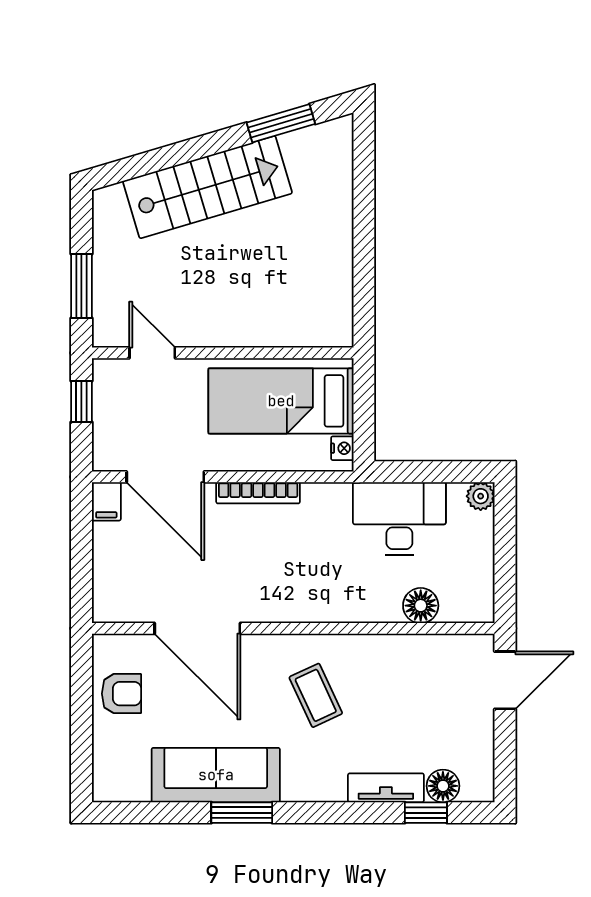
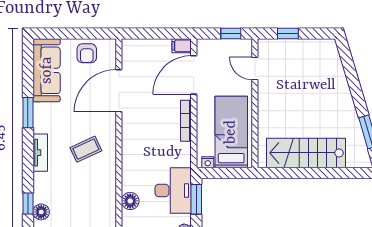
stairs: (207, 187) -> (306, 153), moved, turned 107
window: (81, 286) -> (288, 34), width x0.67
door: (152, 353) -> (255, 68), swing flipped
window: (417, 472) -> (196, 199), added
sofa: (216, 775) -> (47, 70), moved
tv unit: (386, 788) -> (40, 153), moved

